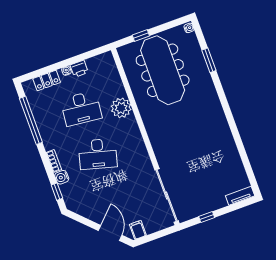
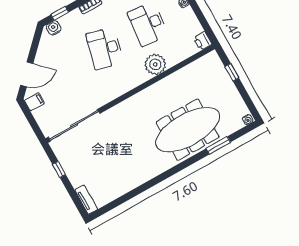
printer: (79, 69) -> (203, 41), moved
meeting table: (163, 70) -> (188, 130), moved
water cooler: (62, 177) -> (54, 28), moved

